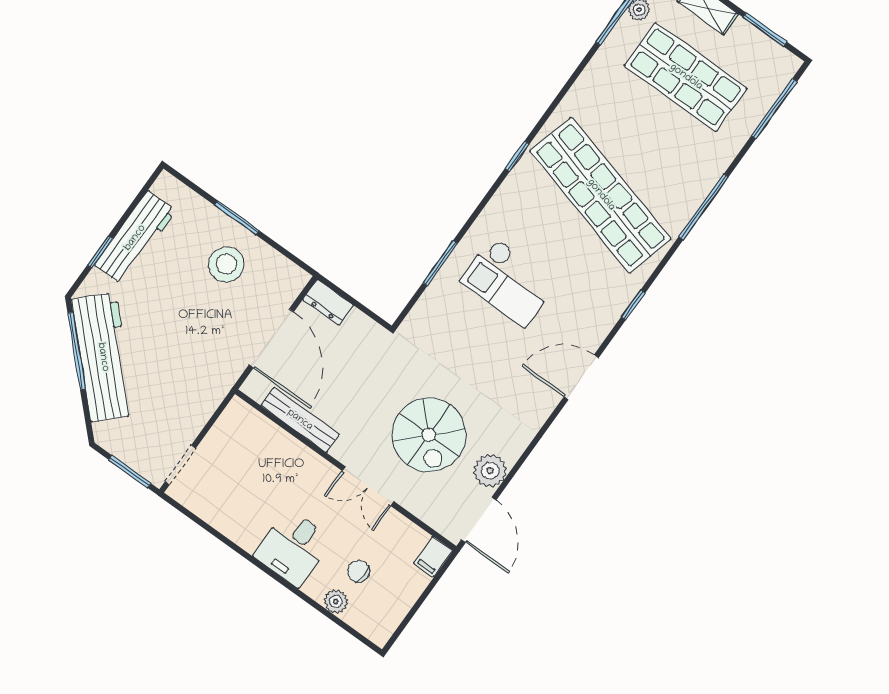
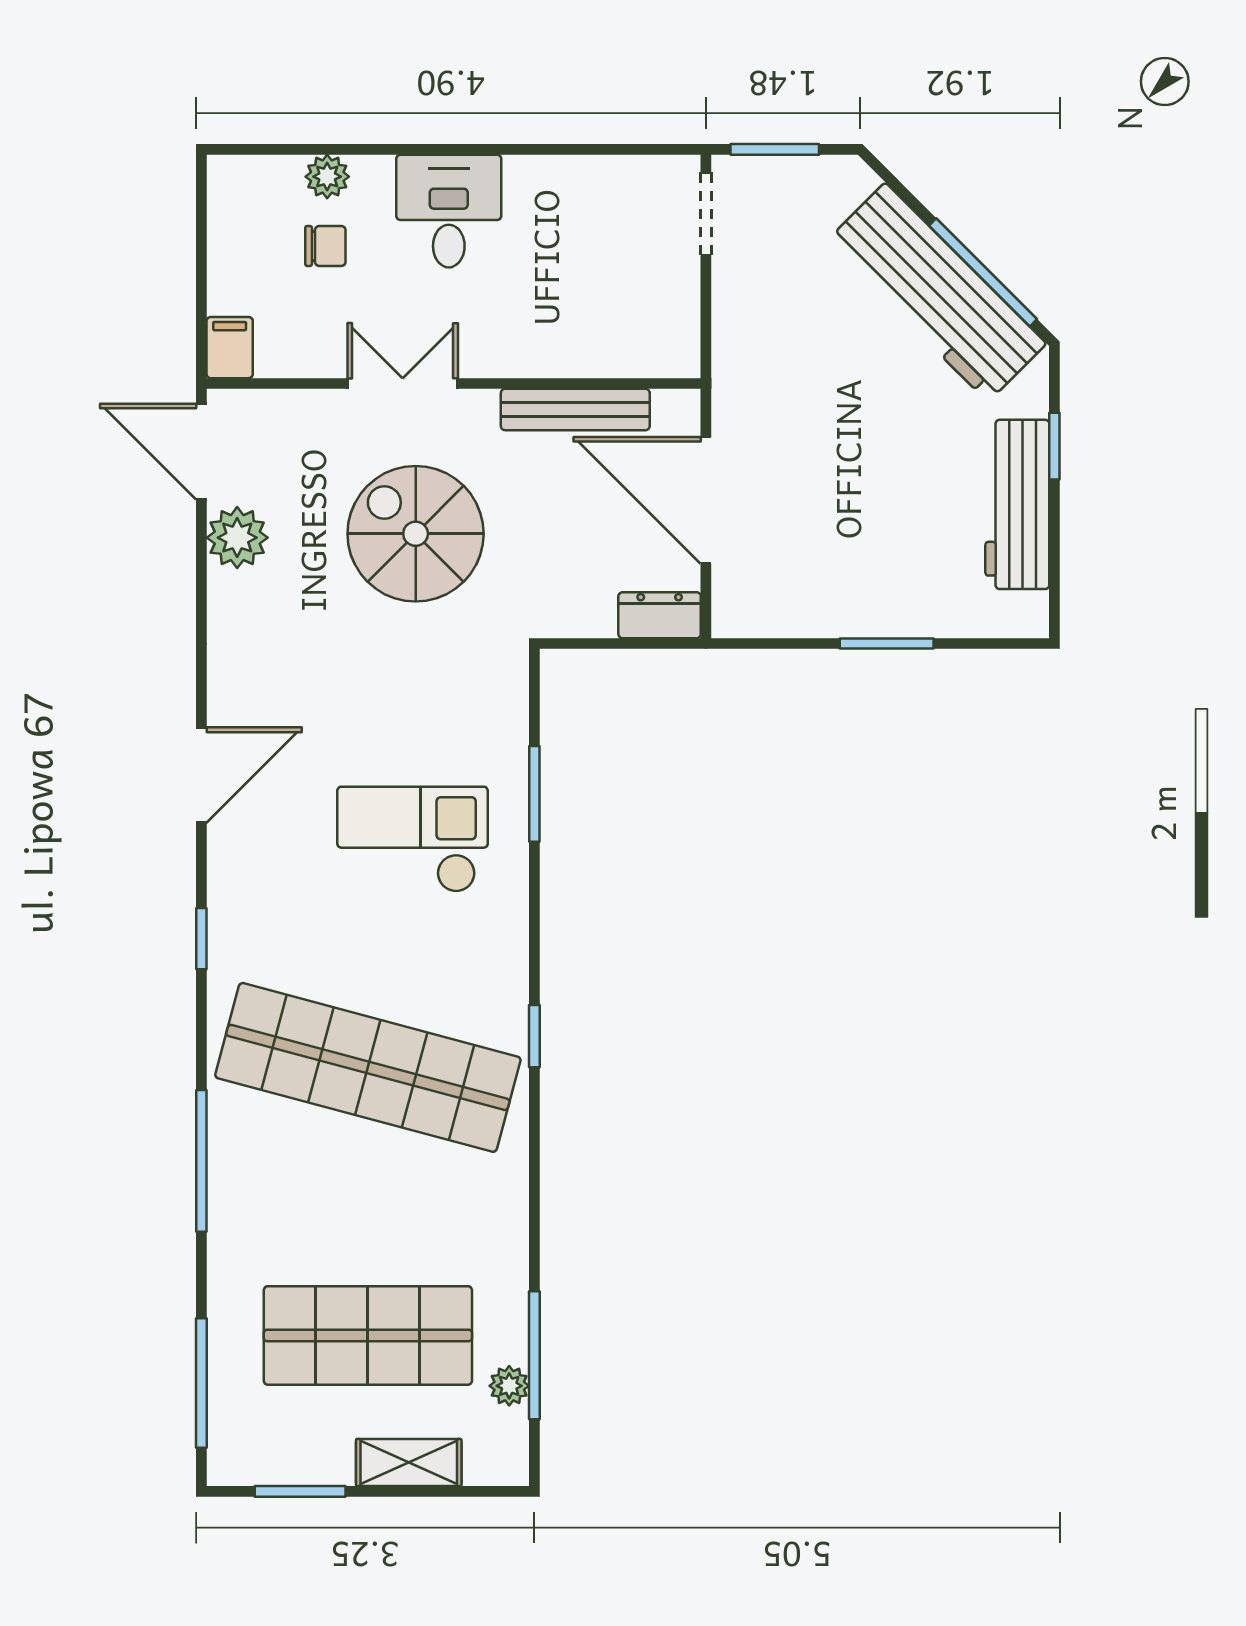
stool: (226, 264) -> (853, 563), removed
spiral stairs: (429, 435) -> (416, 534), moved

